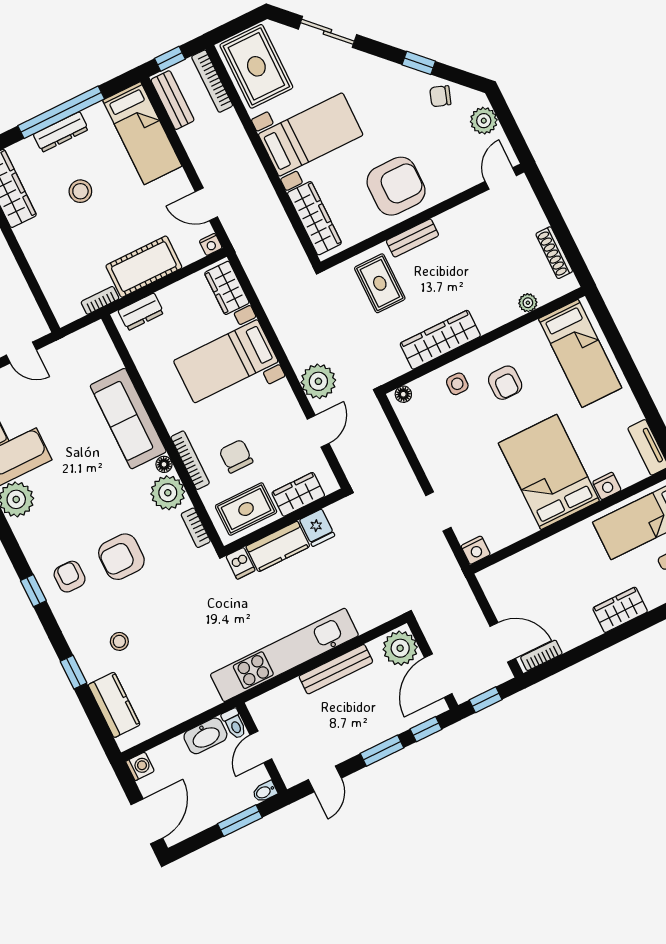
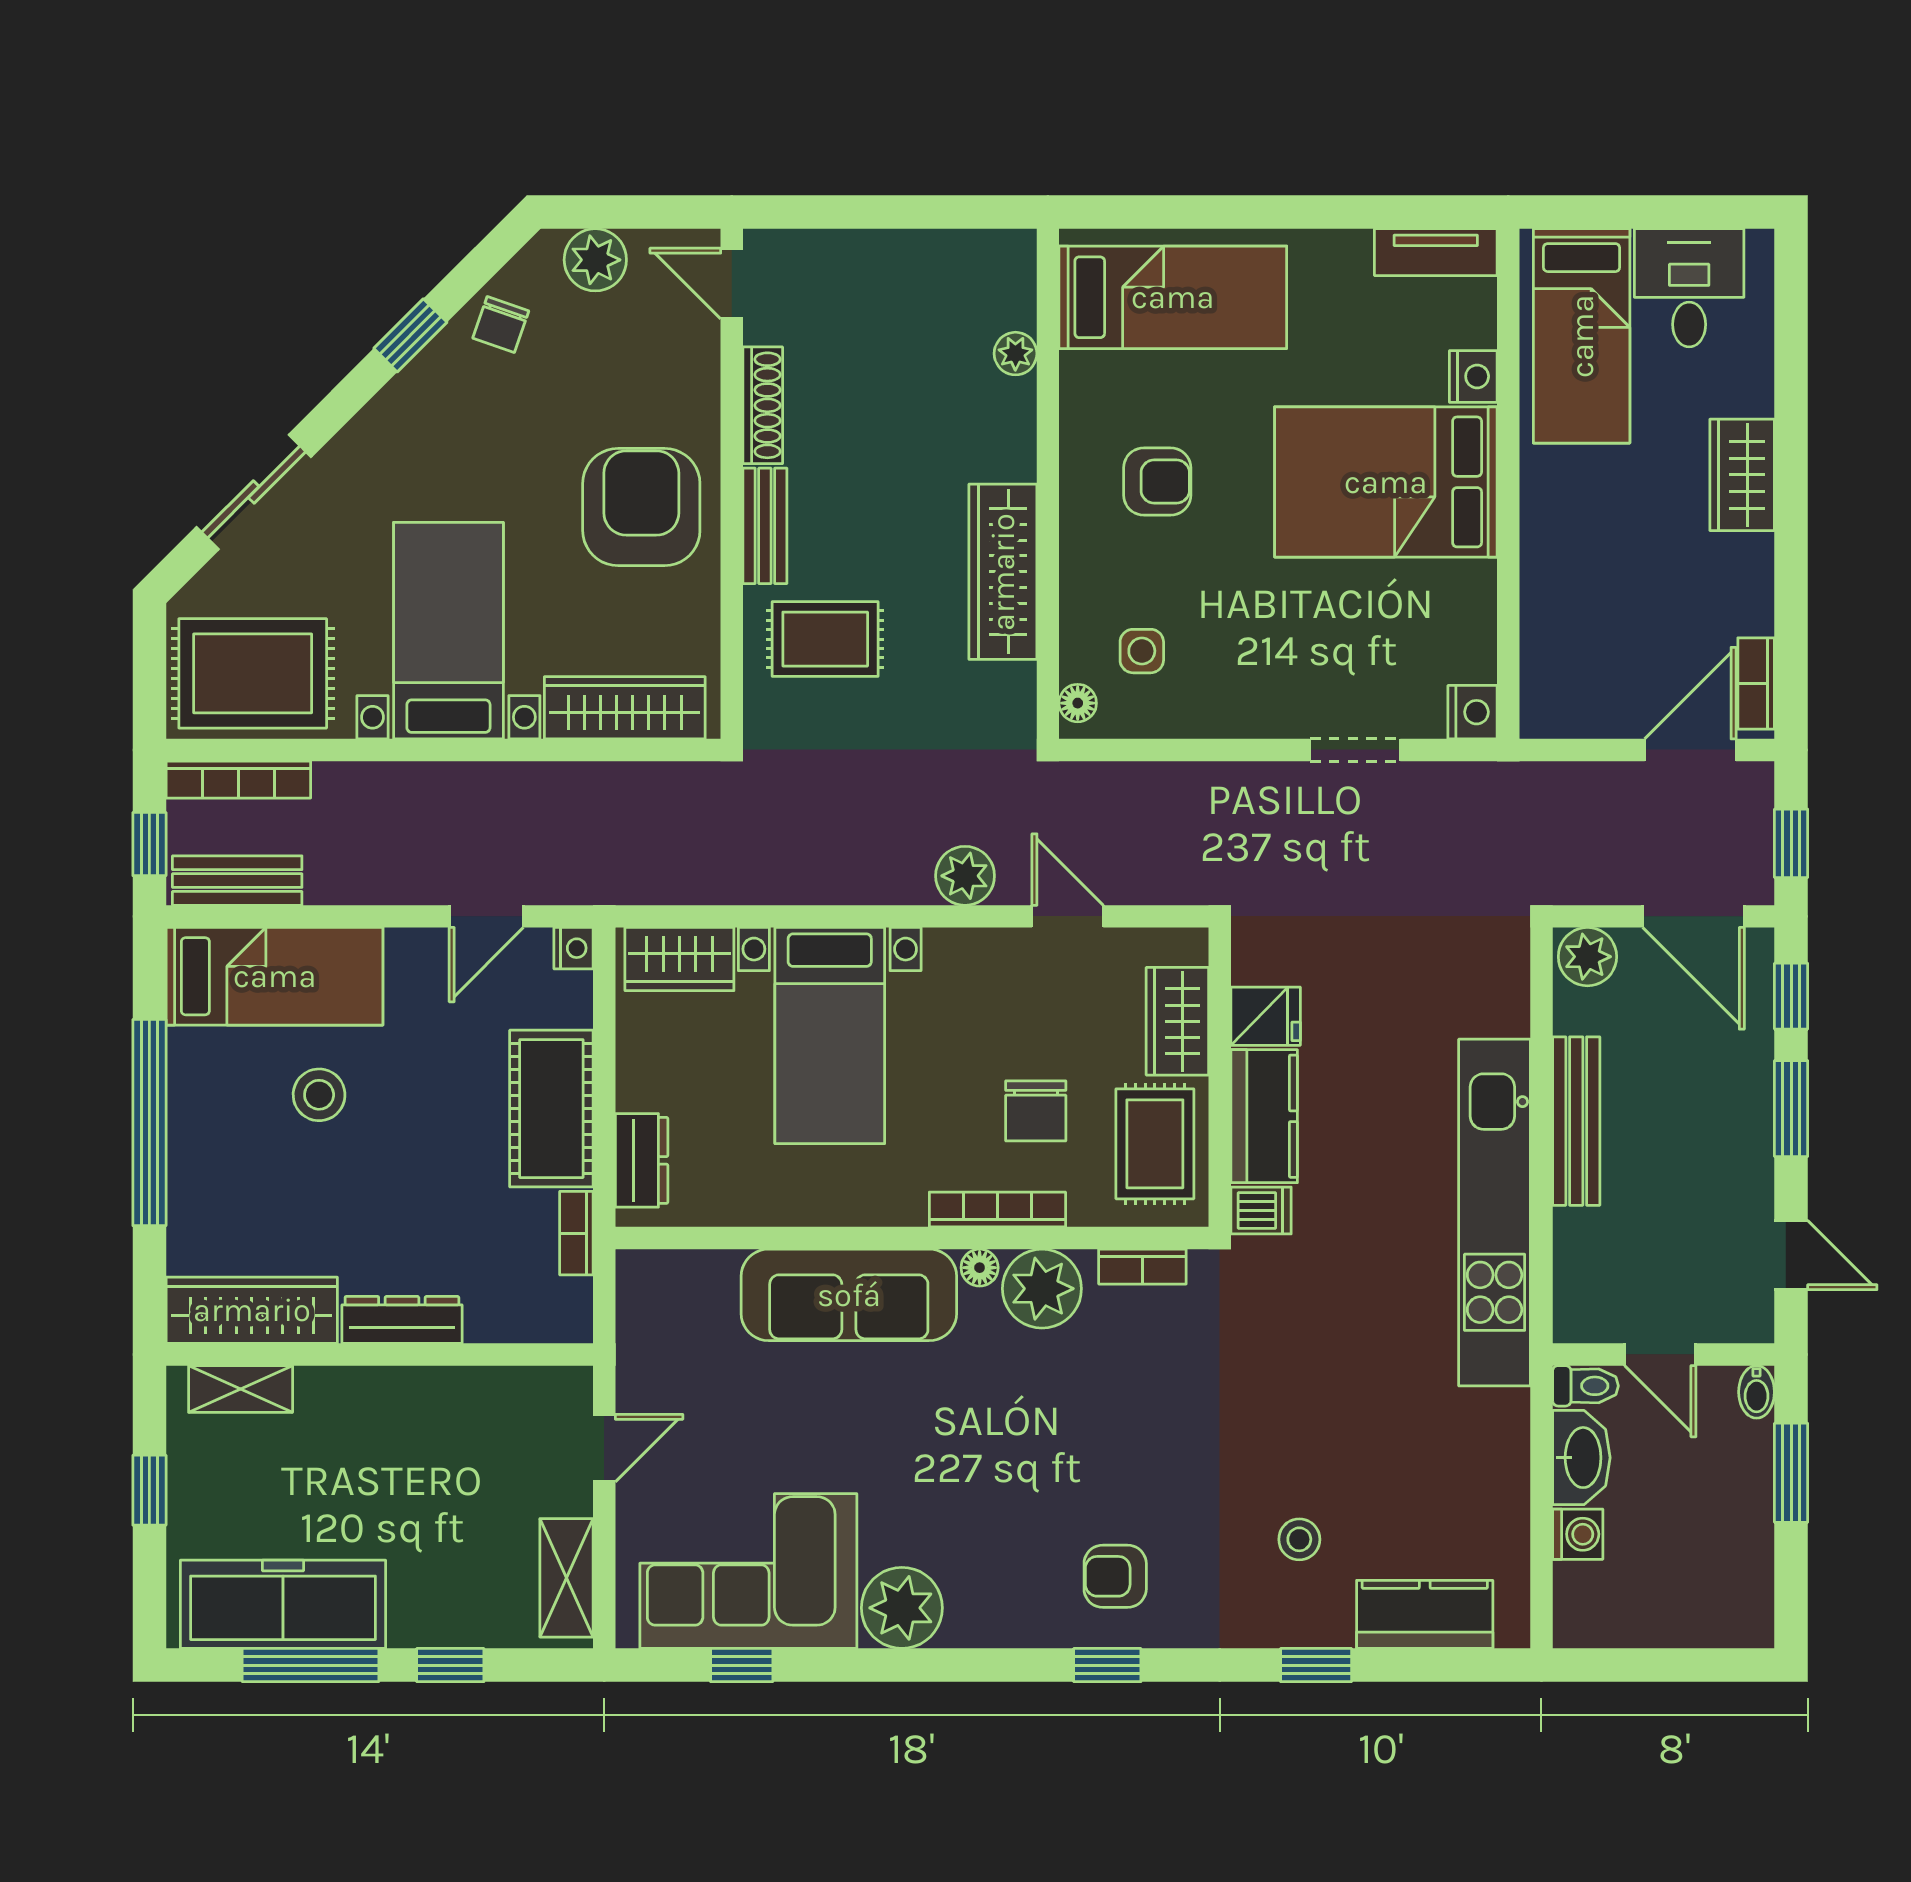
dresser: (61, 132) -> (402, 1320), moved, turned -90
stool: (80, 191) -> (319, 1095), moved
shoe rack: (554, 253) -> (763, 405), moved, turned -90
plant: (318, 381) -> (965, 876), width x0.73, depth x0.73
side table: (457, 384) -> (1142, 651), moved
chair: (236, 456) -> (1036, 1111), turned -90
armchair: (121, 557) -> (1127, 1449), removed
plant: (400, 648) -> (1587, 957), width x0.73, depth x0.73
washing machine: (140, 766) -> (1578, 1534), moved, turned 90
door: (147, 821) -> (1698, 1665), removed

